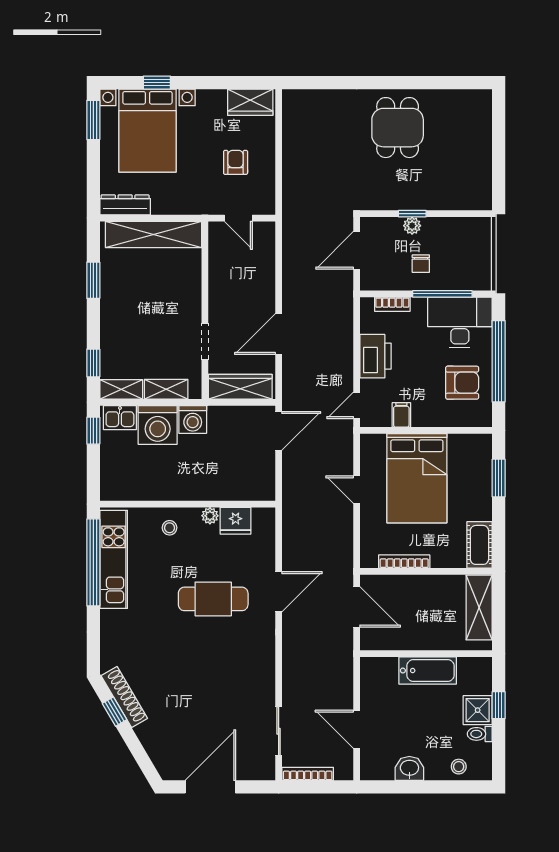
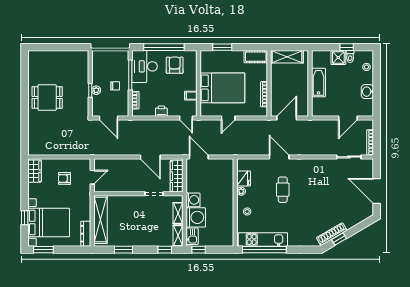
printer: (375, 356) -> (161, 111), width x0.53, depth x0.68
cafe table: (213, 599) -> (283, 190), width x0.73, depth x0.74
window: (499, 705) -> (347, 47), moved

